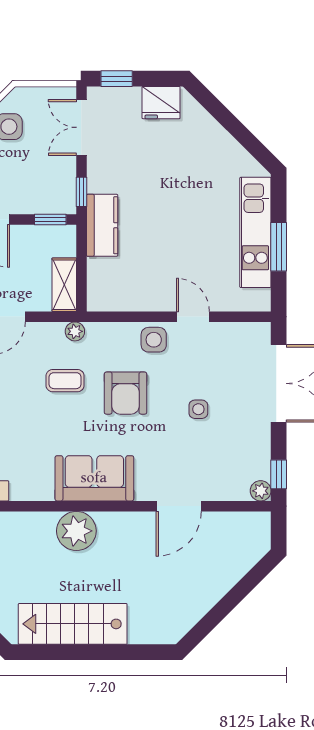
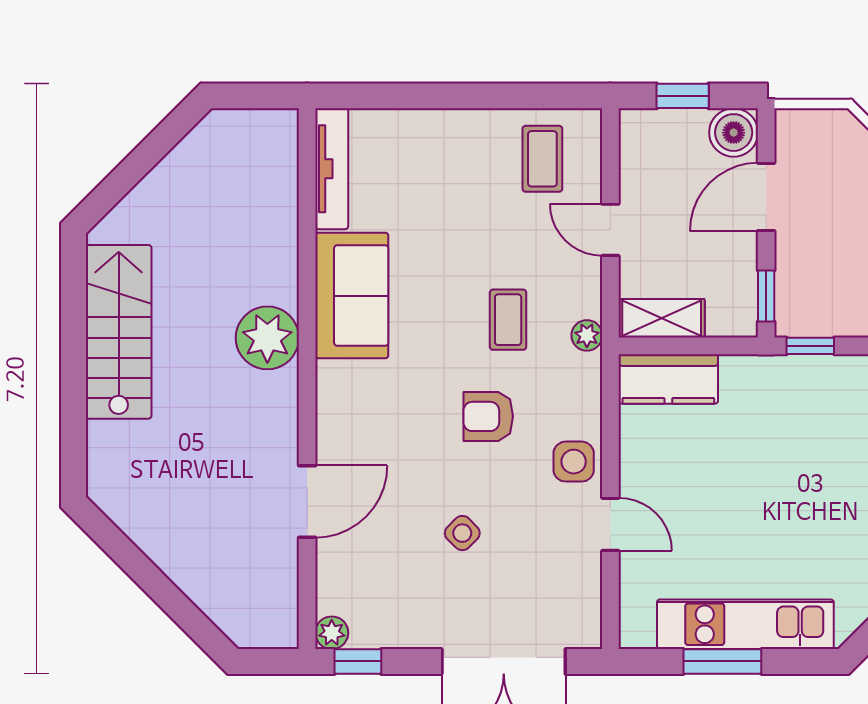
kitchen counter: (102, 225) -> (668, 379), moved
door: (193, 317) -> (610, 524), hinge flipped
armchair: (126, 393) -> (488, 416), width x0.72, depth x0.72
side table: (198, 409) -> (462, 533), turned 45
sofa: (94, 478) -> (352, 296), moved
door: (179, 506) -> (307, 502), swing flipped

